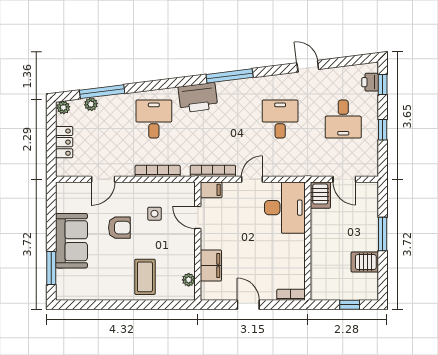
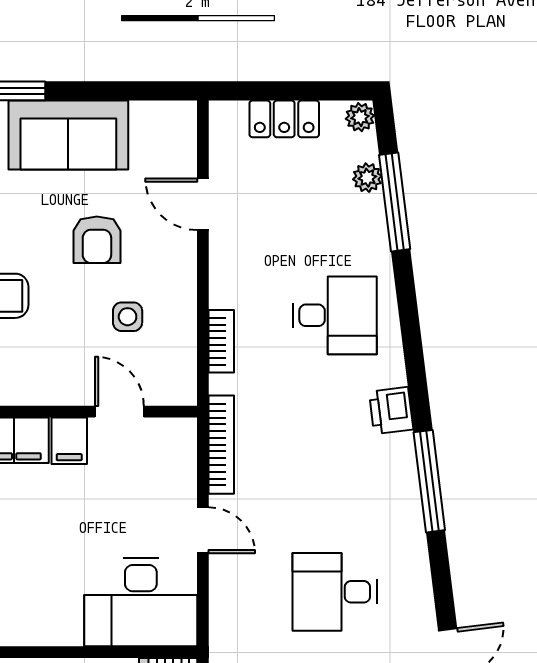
printer: (198, 98) -> (391, 411), width x0.53, depth x0.68
desk: (280, 119) -> (335, 592), turned 180
bookcase: (158, 171) -> (221, 341), width x0.64
filing cabinet: (211, 190) -> (69, 441), moved
door: (198, 217) -> (119, 412), hinge flipped

